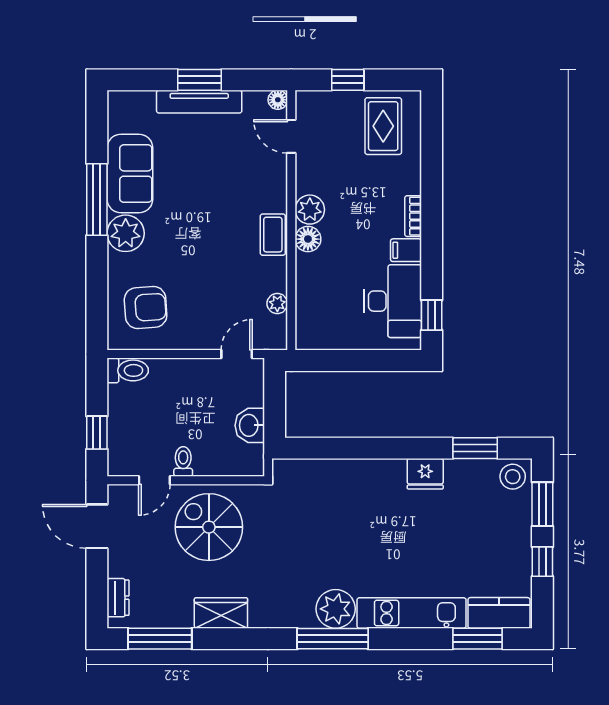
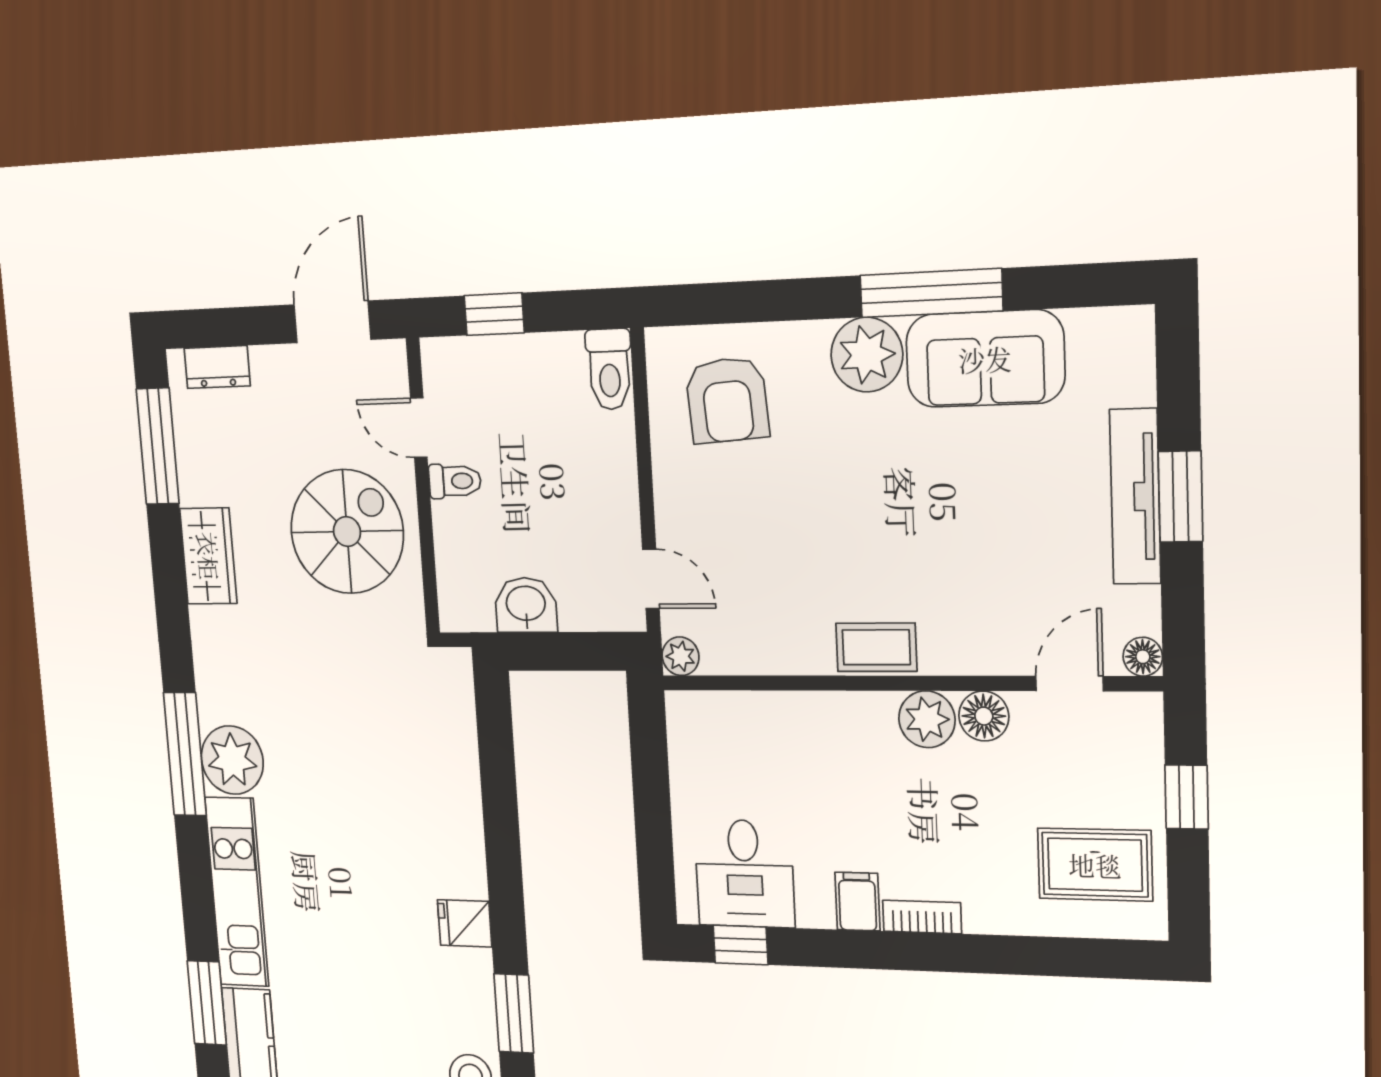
floor lamp: (308, 239) -> (984, 716), moved
desk: (393, 301) -> (745, 873), width x0.73
plant: (277, 303) -> (681, 656), moved
fridge: (425, 474) -> (465, 923), width x0.72

